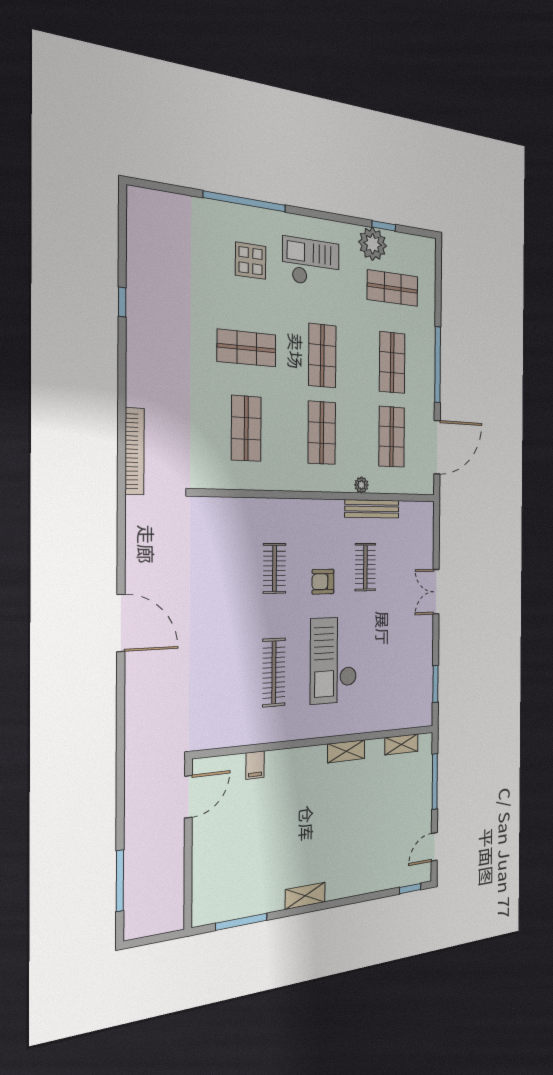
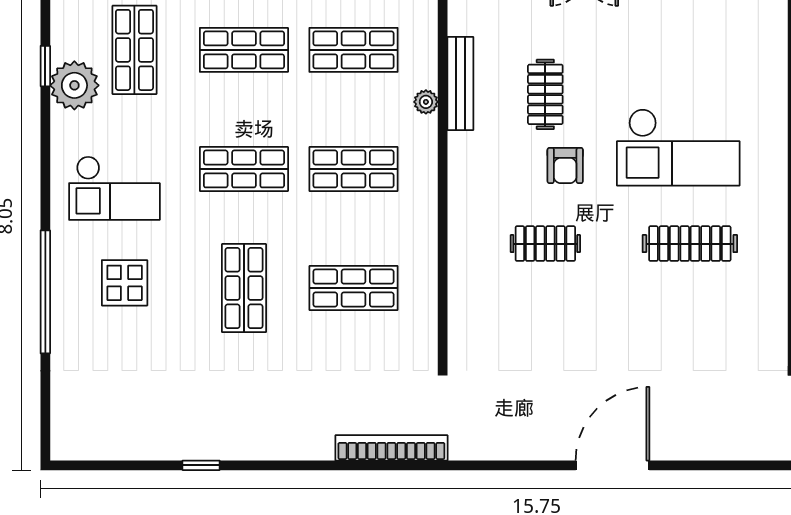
checkout: (311, 262) -> (114, 188), turned -90
clothes rail: (365, 567) -> (545, 94), turned 90

